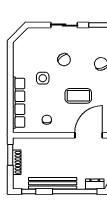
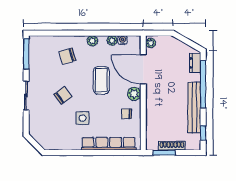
plant: (66, 127) -> (134, 94), added

